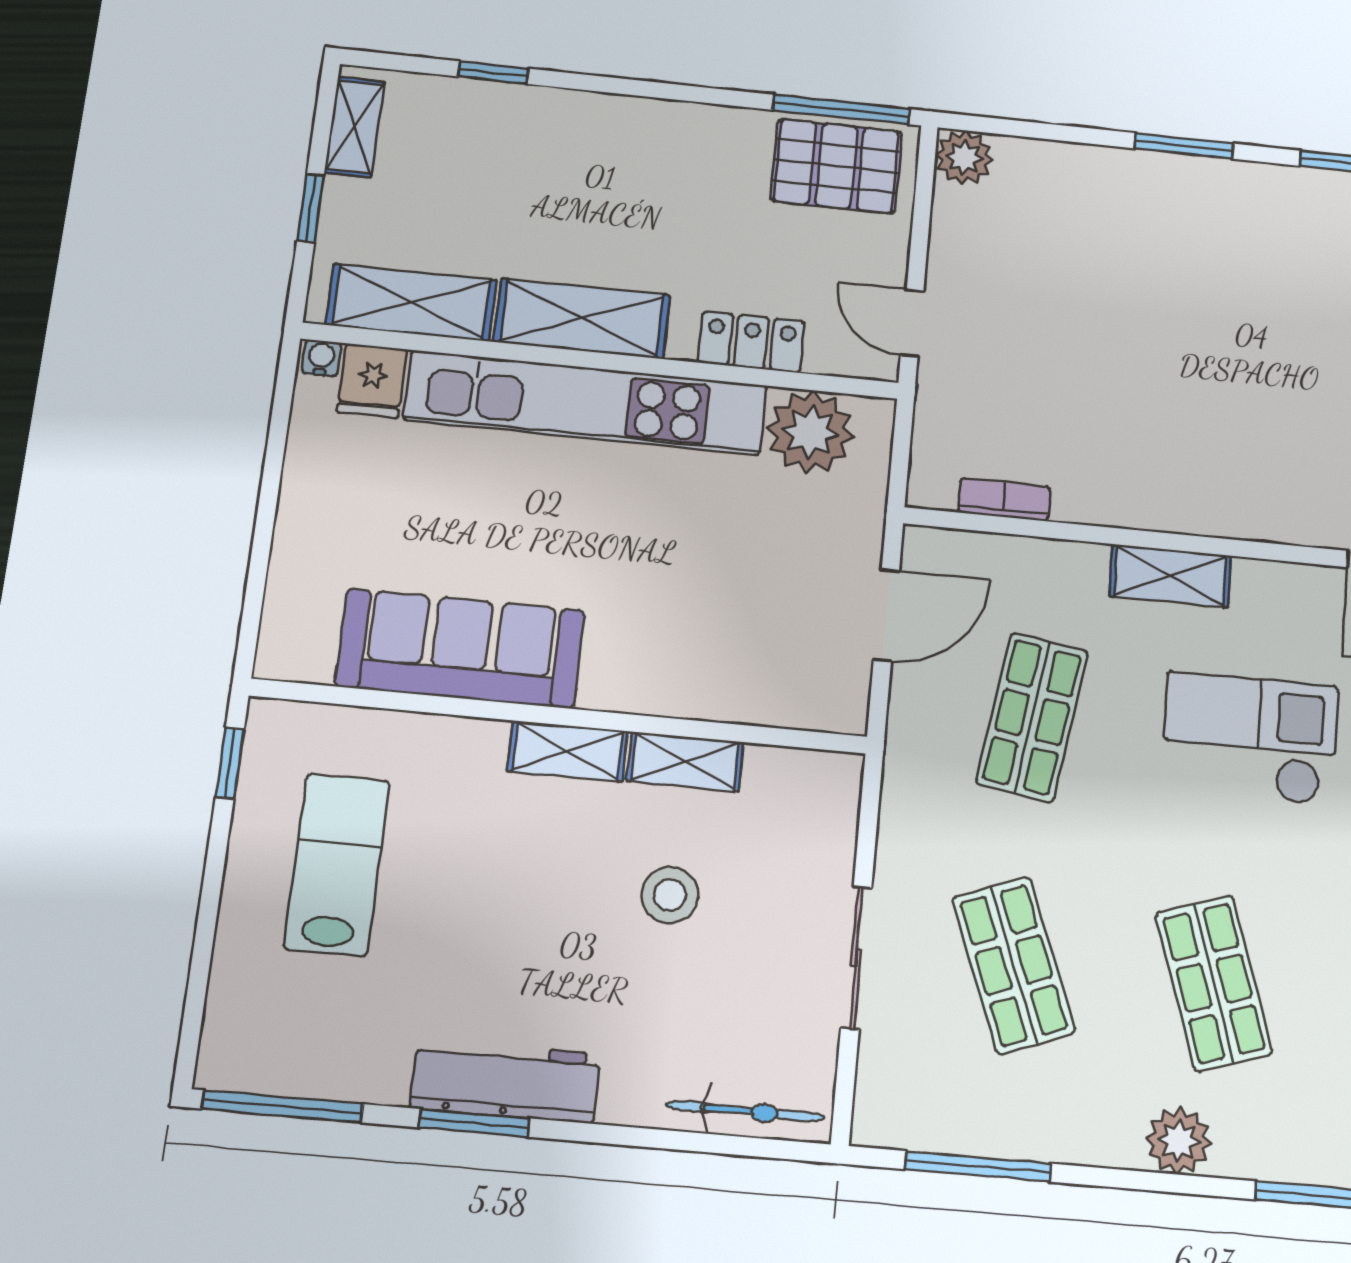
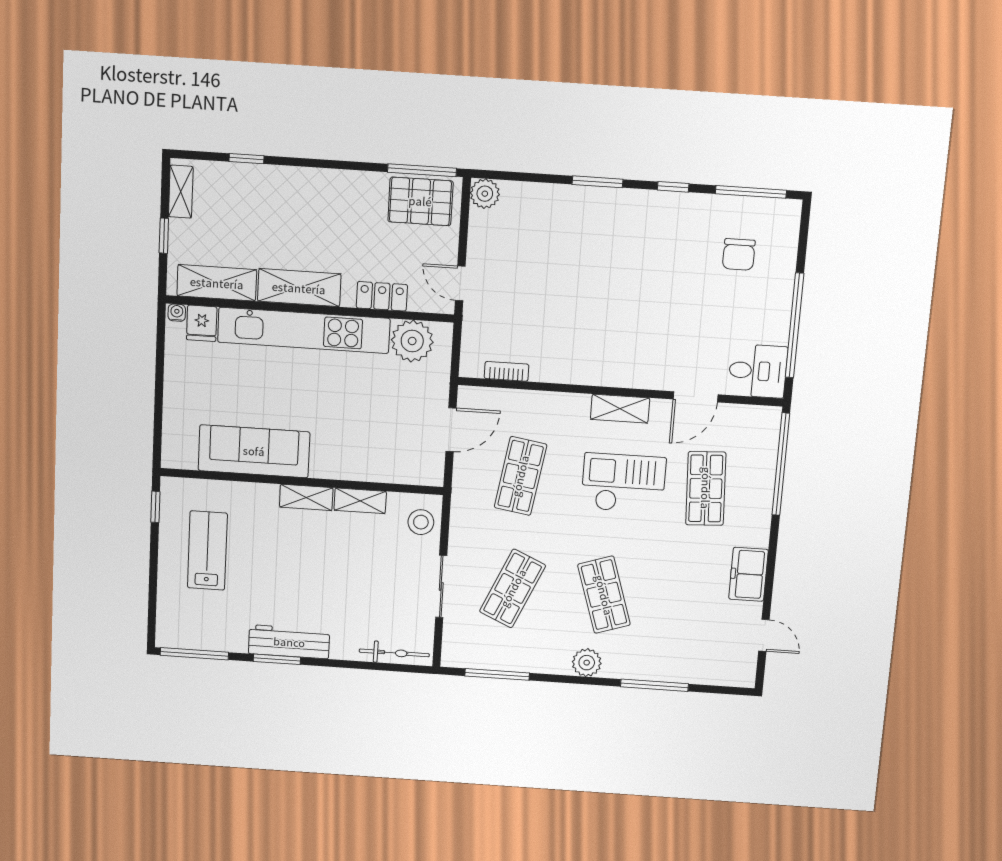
shelving: (1170, 576) -> (620, 409), moved
stool: (670, 895) -> (421, 522), moved
shop shelf: (1014, 965) -> (513, 588), turned 45

